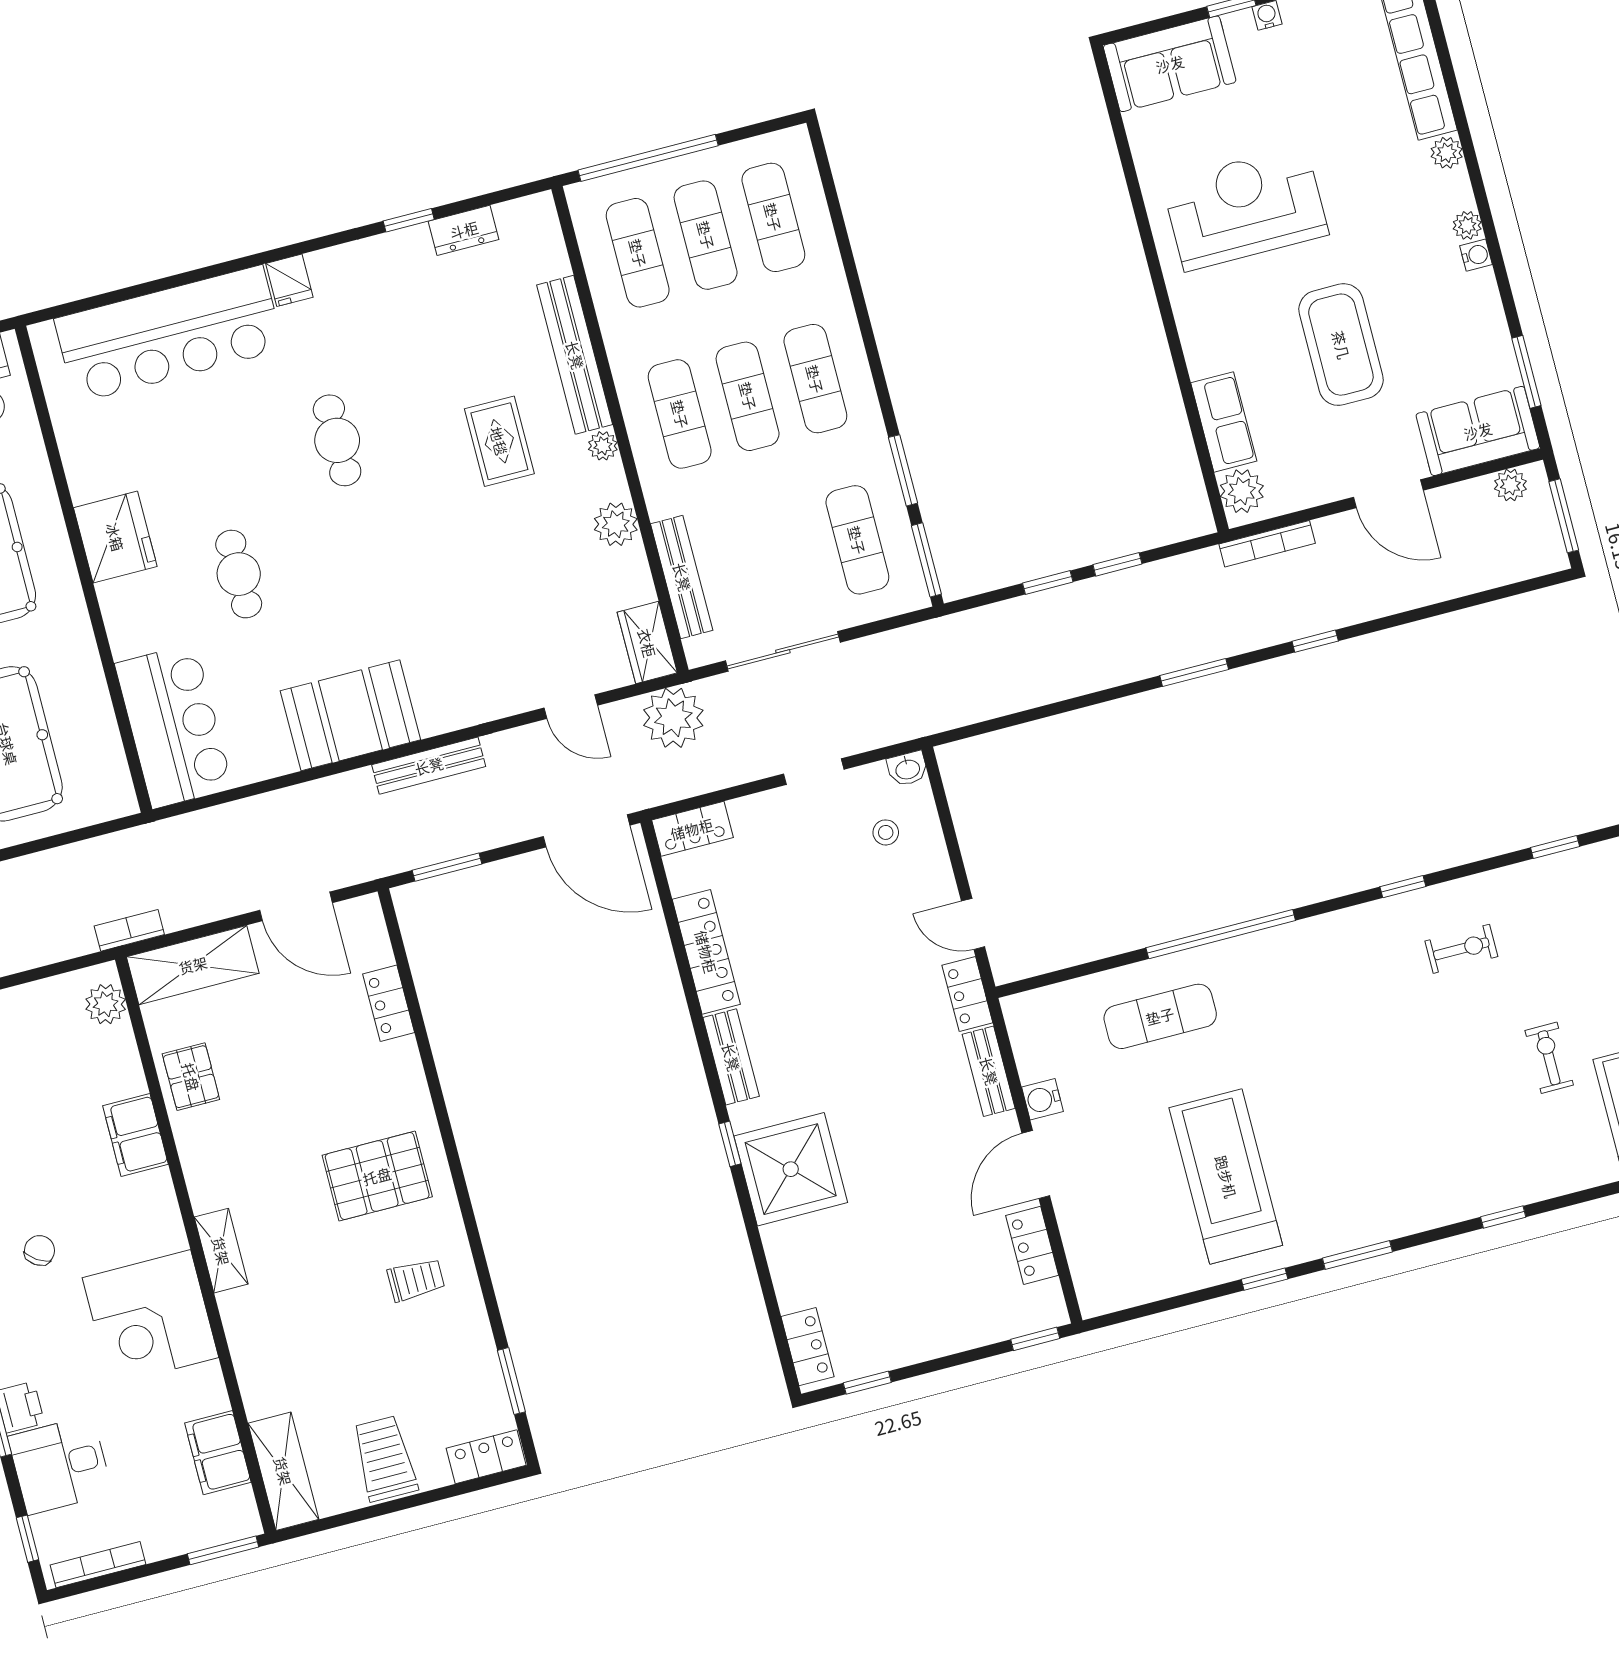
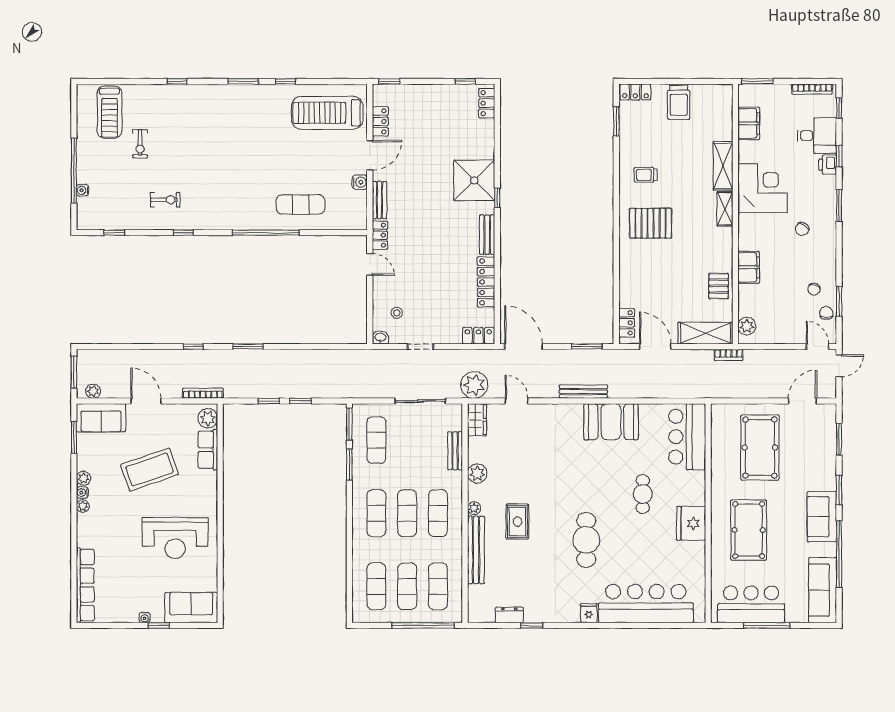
plant: (1447, 153) -> (83, 478), moved
coffee table: (1341, 345) -> (150, 470), turned 71
cafe table: (337, 440) -> (586, 540), width x1.37, depth x1.35
bench: (682, 577) -> (455, 451), width x0.73
exercise bike: (1461, 949) -> (165, 200), turned 180
locker: (389, 1003) -> (627, 323), moved
treadmill: (1226, 1177) -> (327, 113), moved, turned 90
shelving: (283, 1471) -> (723, 166), moved

